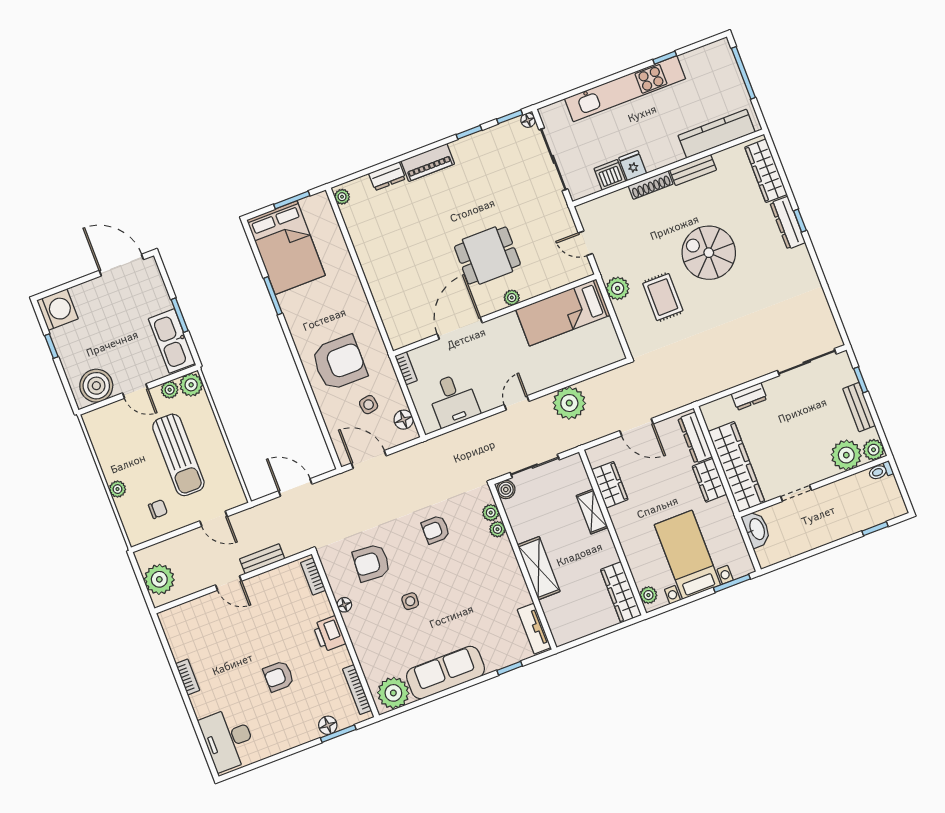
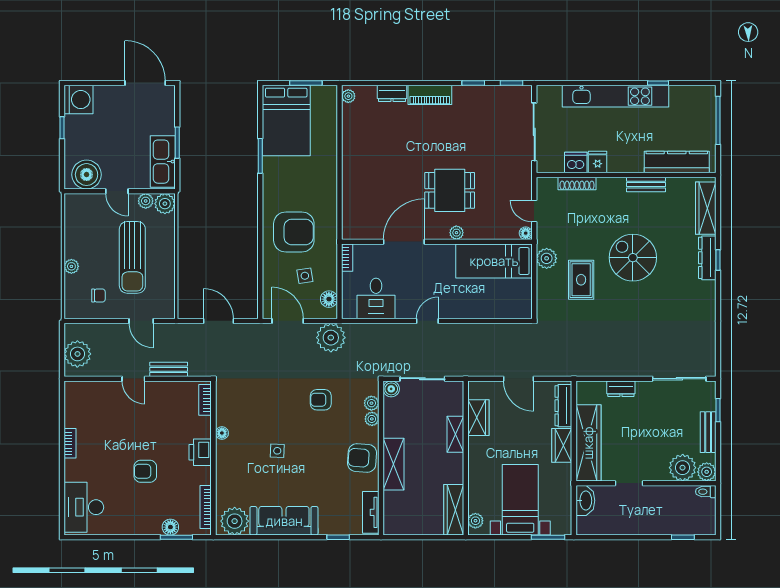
floor lamp: (528, 120) -> (526, 233), moved
shoe rack: (651, 185) -> (577, 184), moved
plant: (569, 403) -> (331, 338), moved
armchair: (371, 563) -> (362, 458), moved

